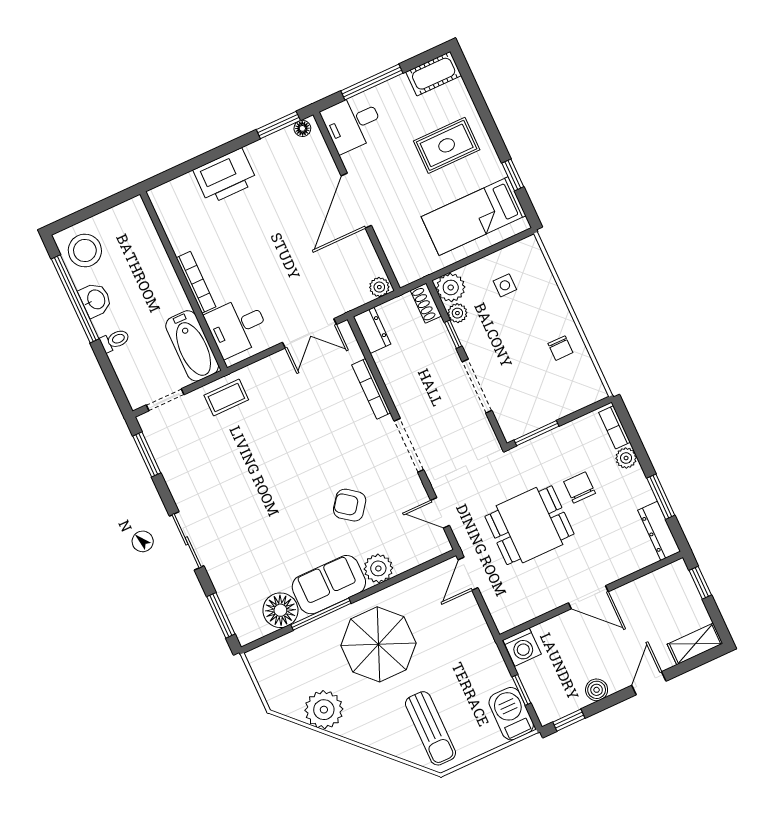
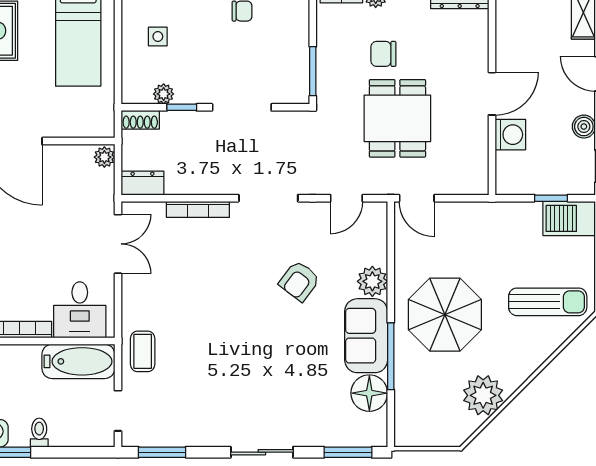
plant: (451, 287) -> (136, 89), removed
washing machine: (522, 647) -> (510, 135), moved

